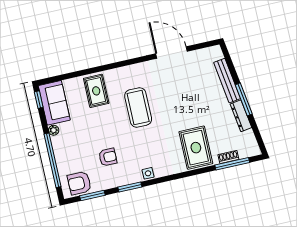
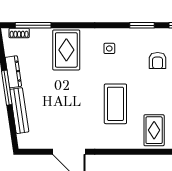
armchair: (108, 157) -> (158, 61), turned -90
shoe rack: (228, 157) -> (19, 33), moved
side table: (148, 173) -> (109, 48), moved

